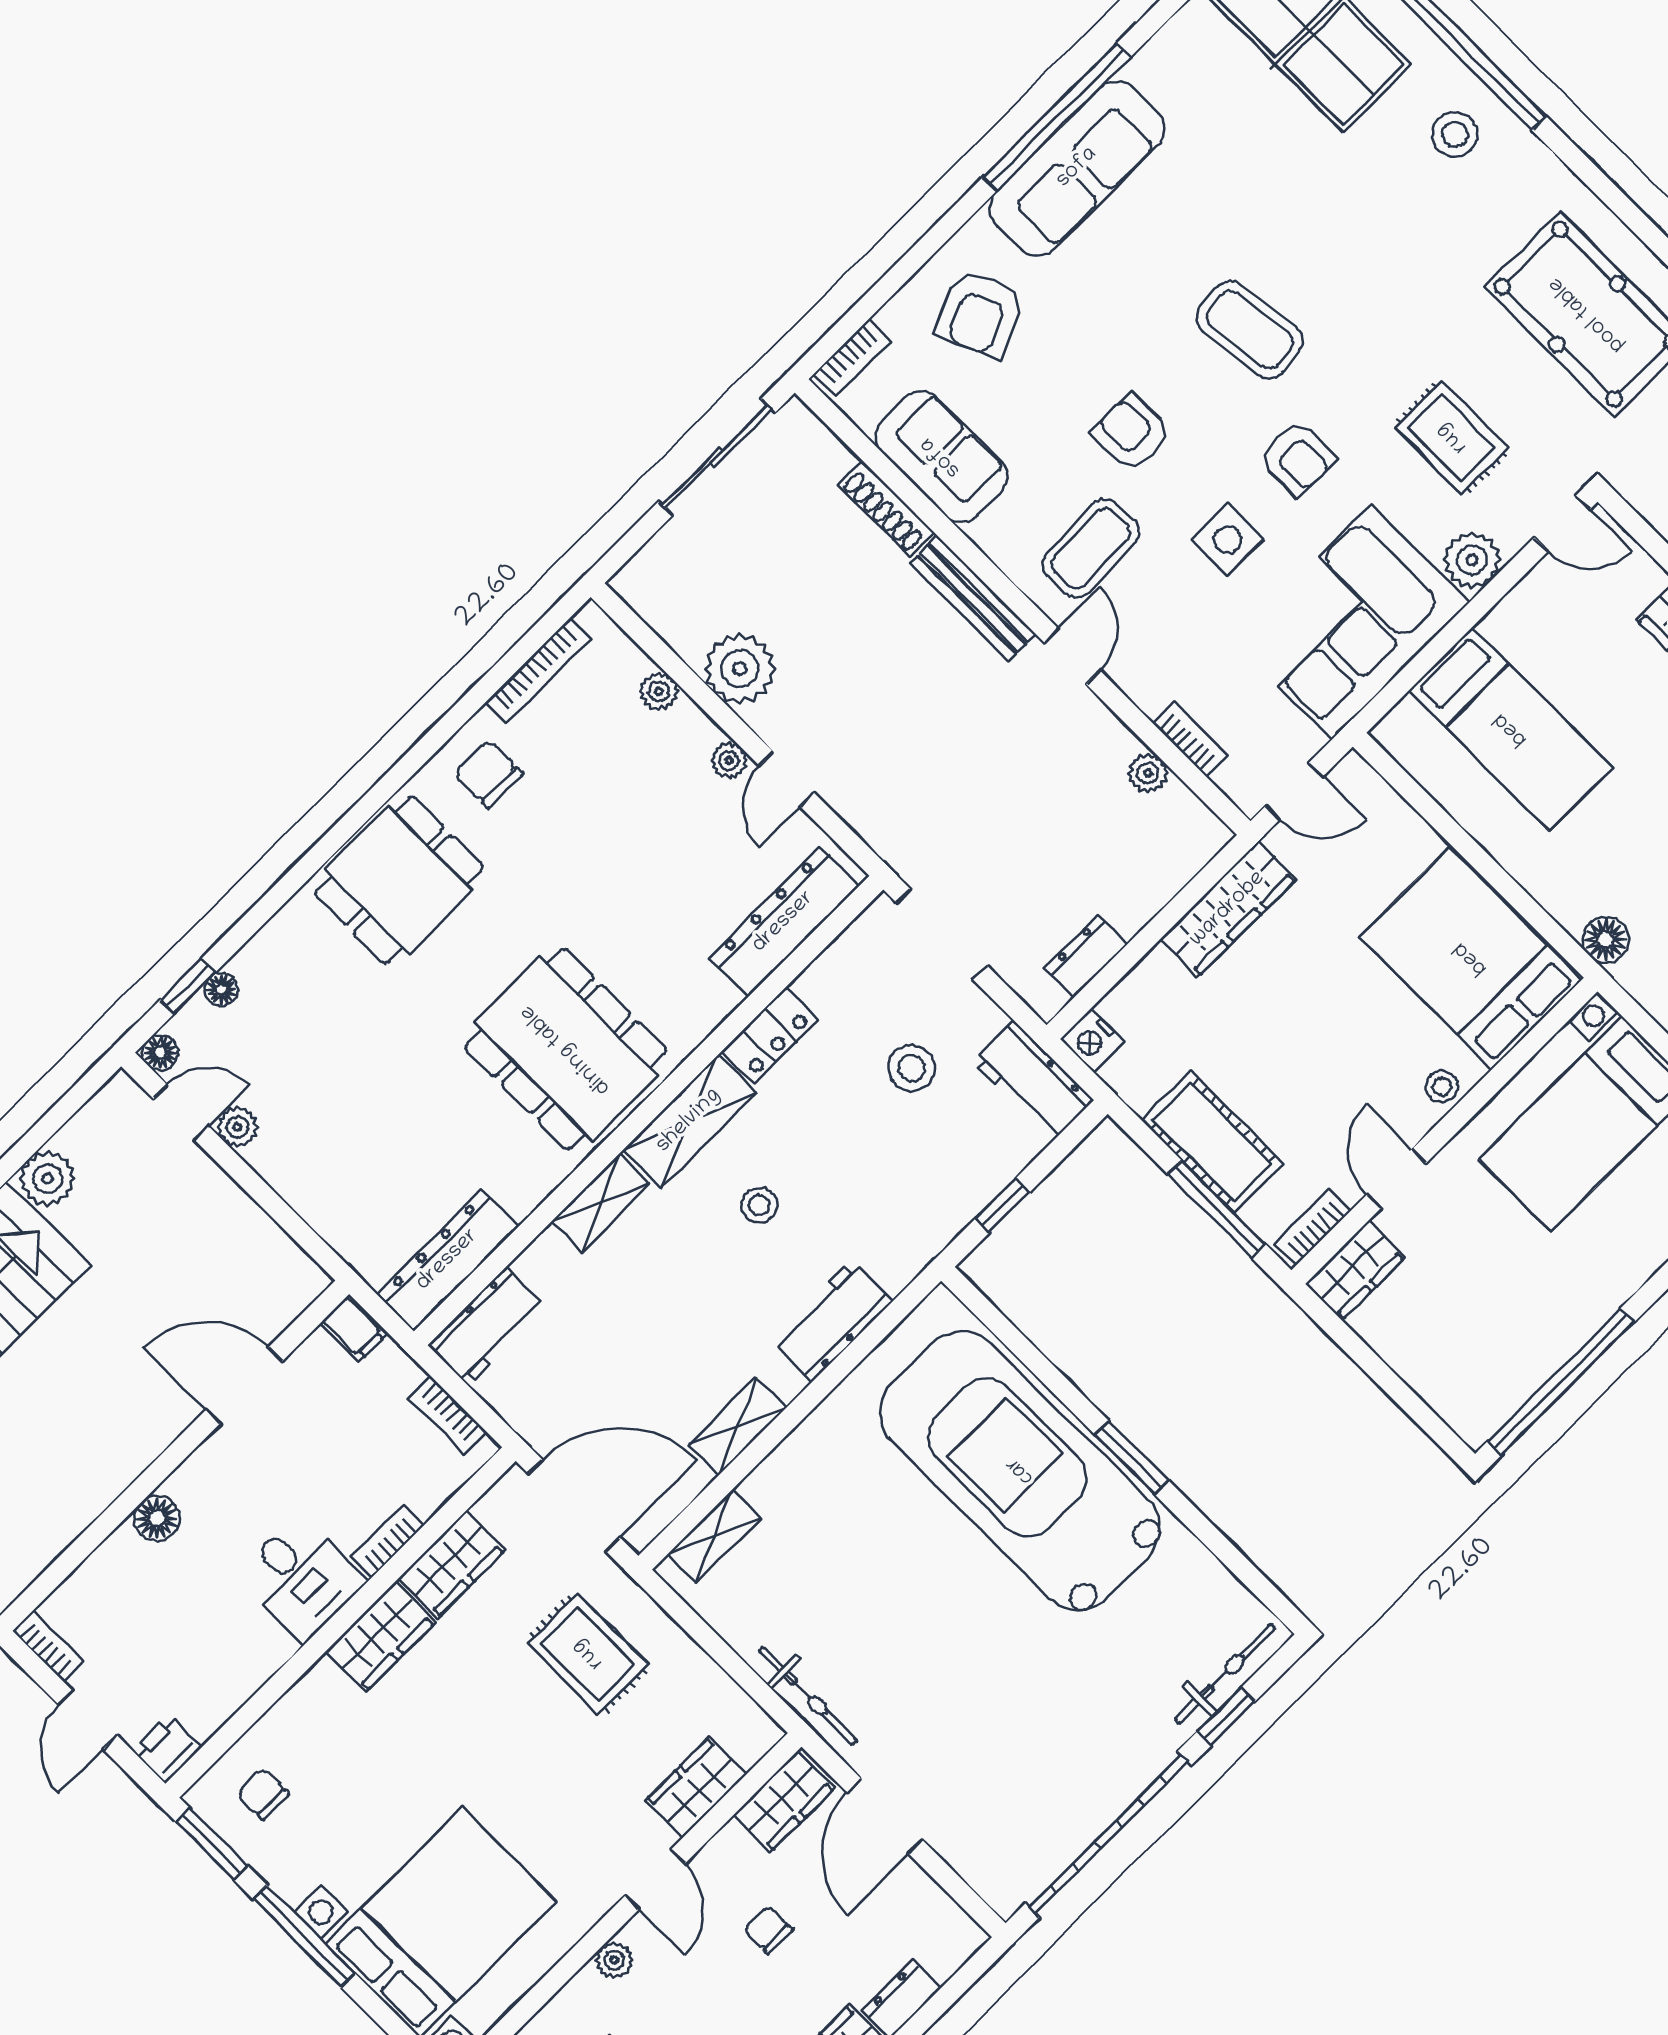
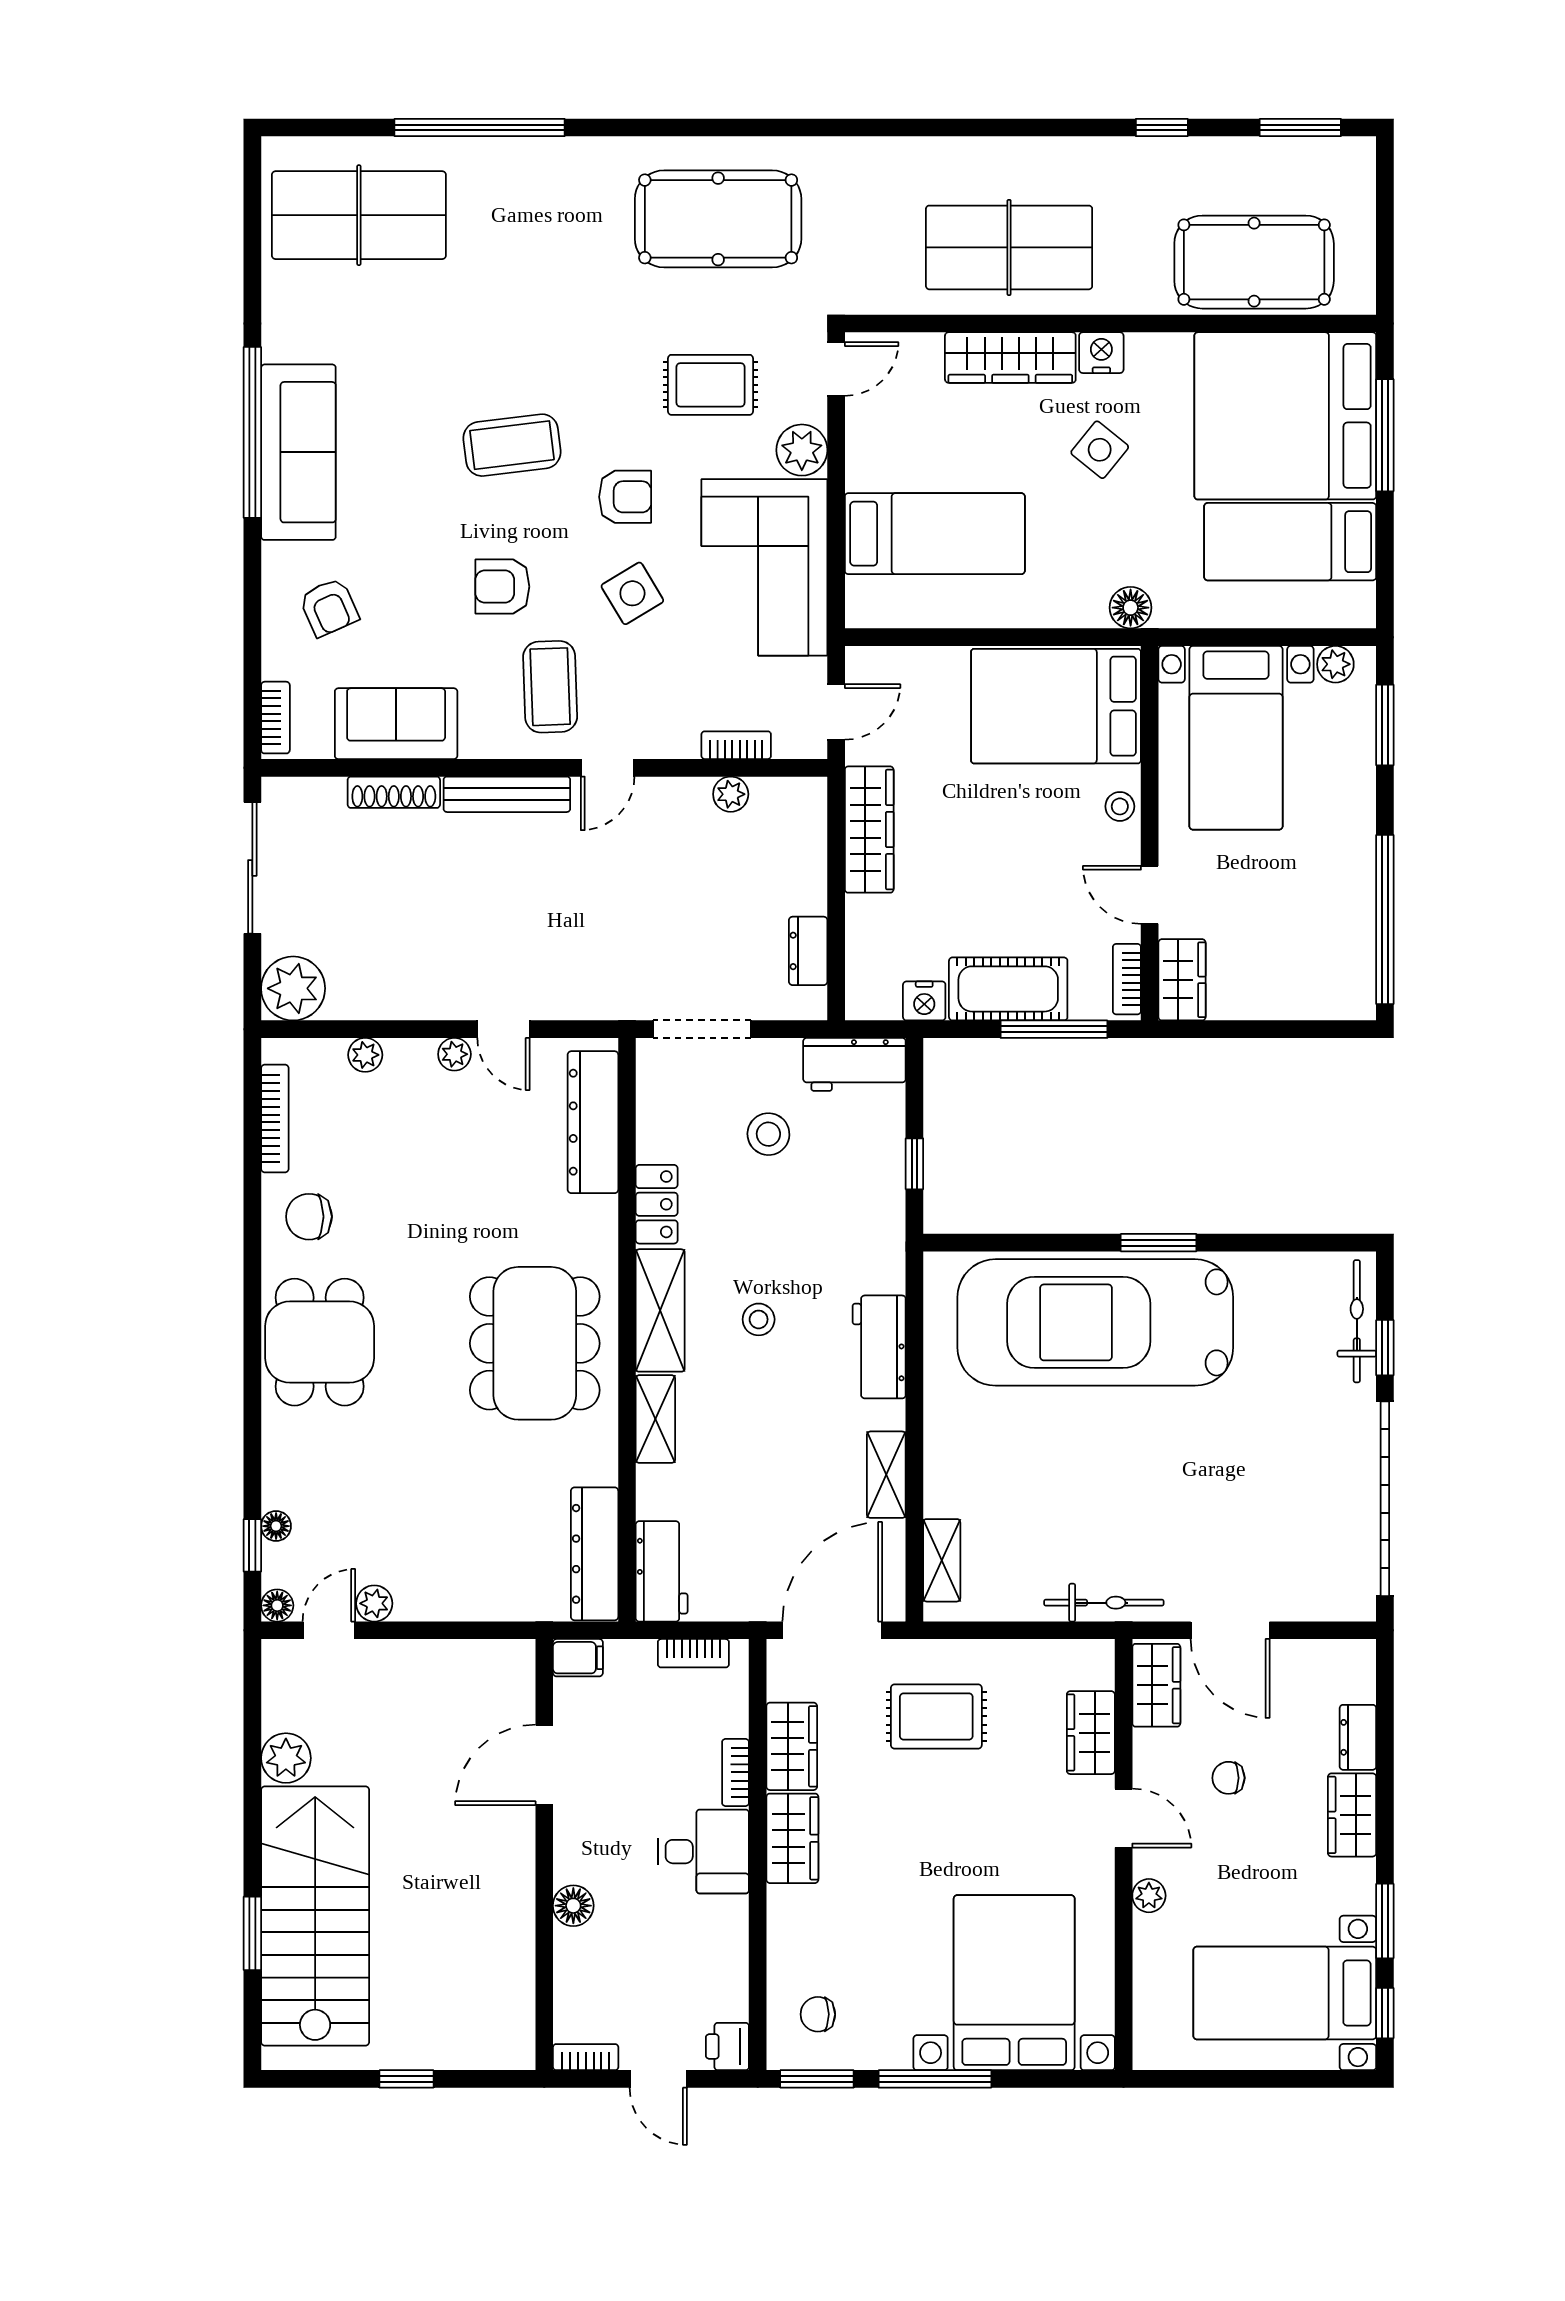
stool: (1455, 134) -> (518, 189), removed
armchair: (980, 314) -> (329, 607), width x0.72, depth x0.72
side table: (1228, 540) -> (632, 593), turned -31
door: (1072, 656) -> (608, 768), swing flipped
plant: (740, 669) -> (293, 988), moved
nightstand: (1092, 1040) -> (924, 1001), moved
dining table: (566, 1049) -> (535, 1343), turned 90

